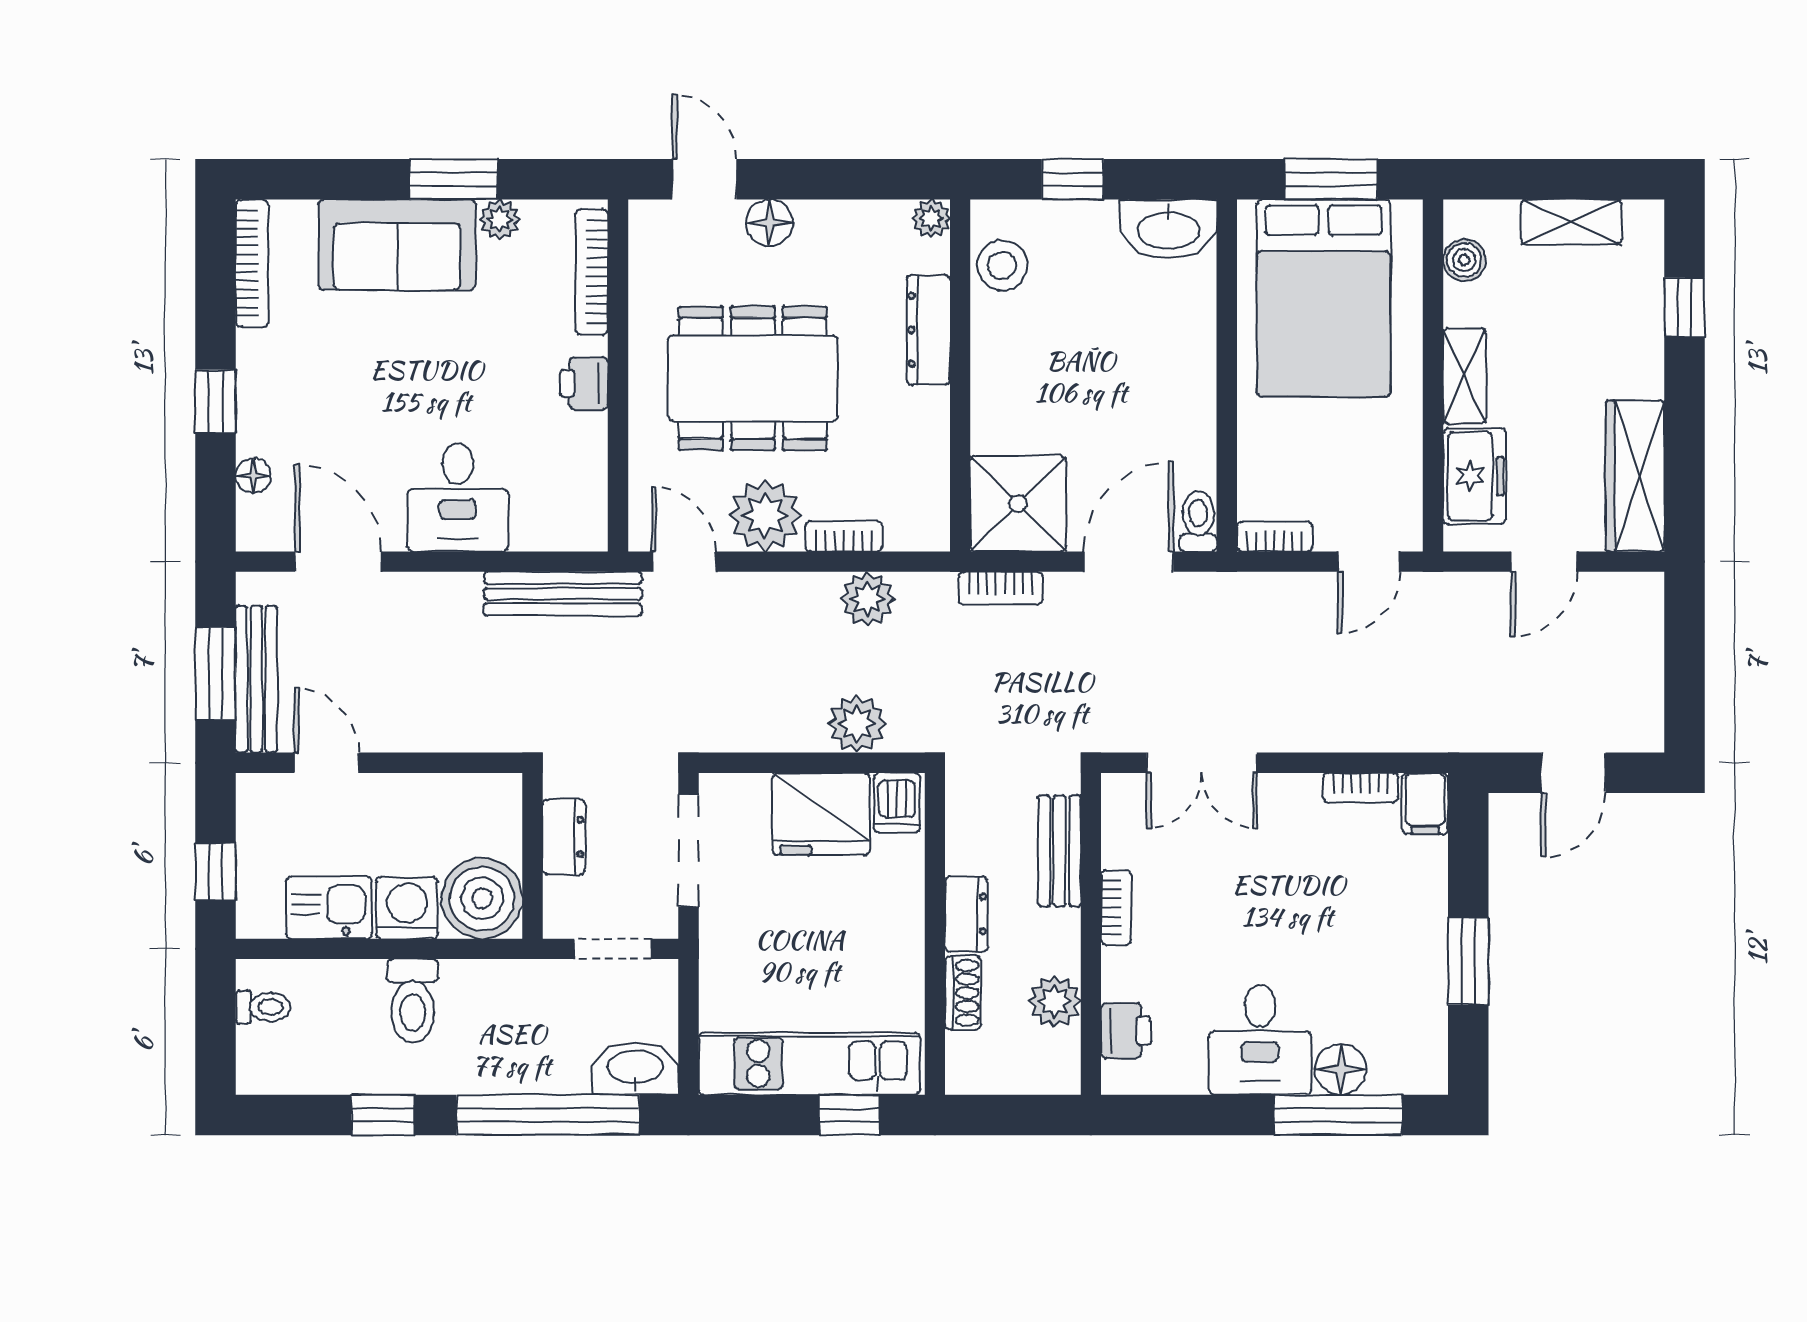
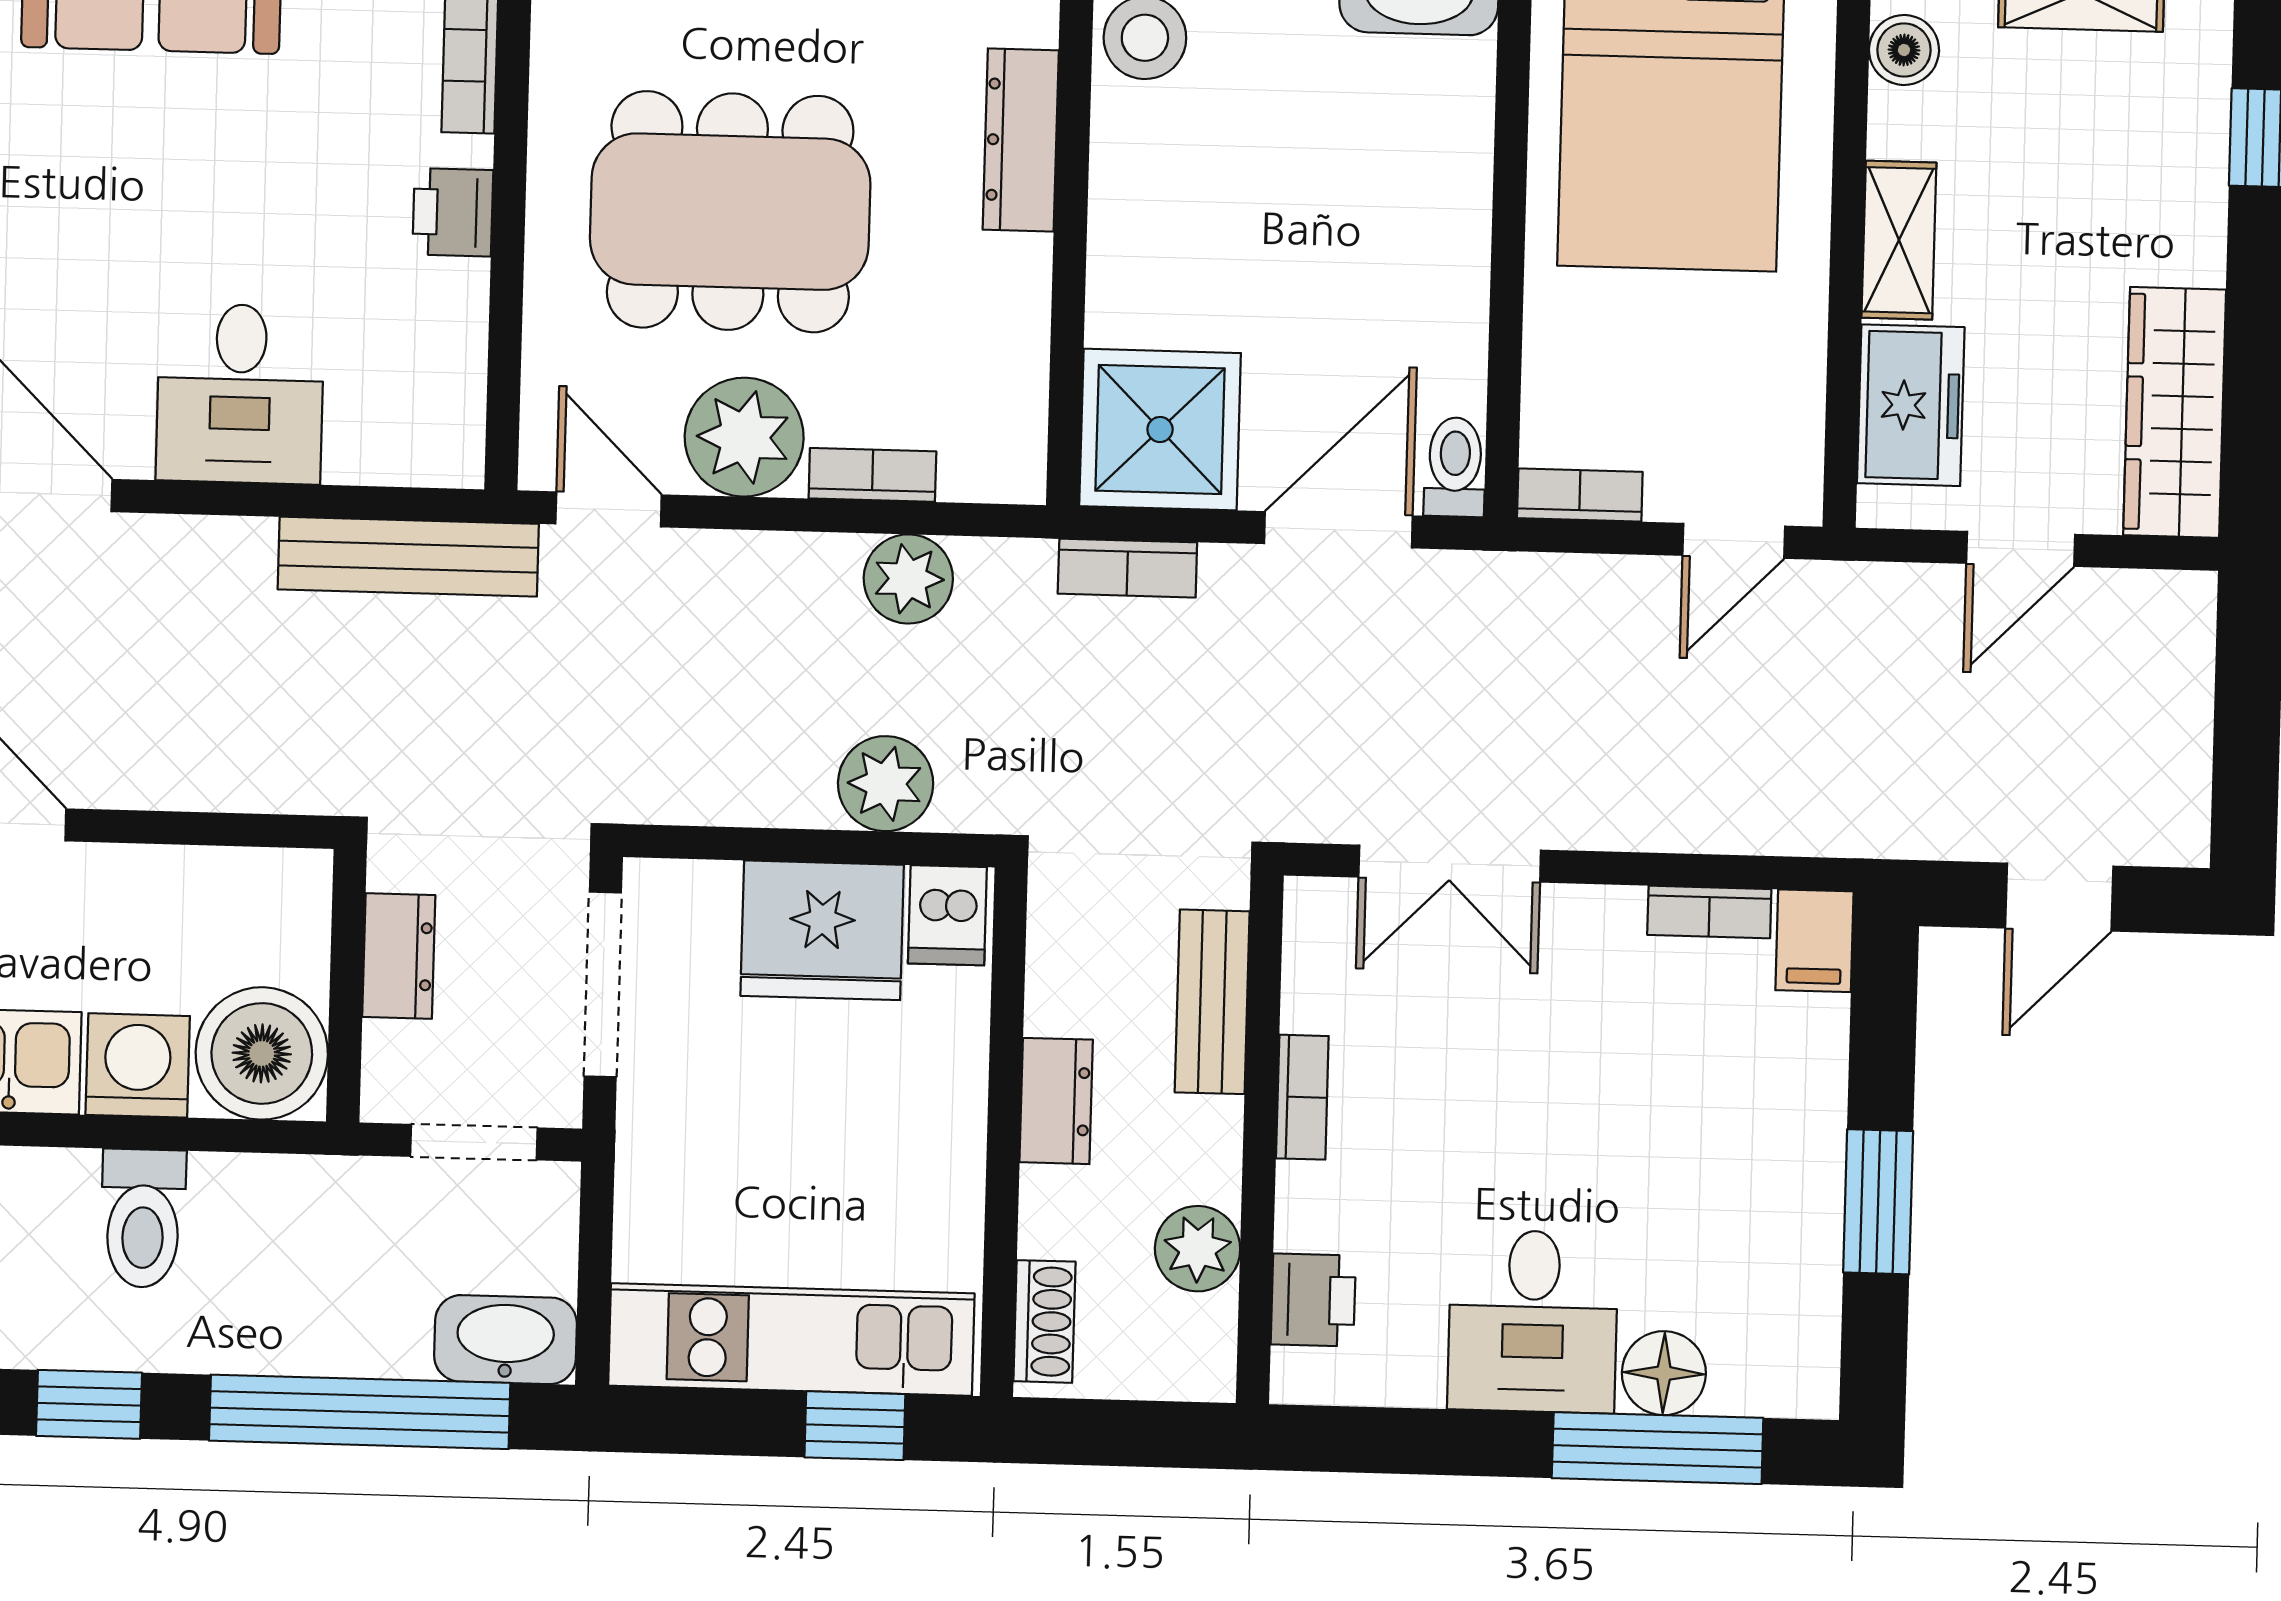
shoe rack: (963, 993) -> (1044, 1321), moved

